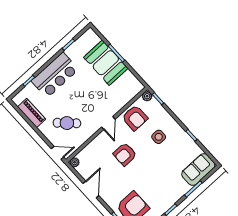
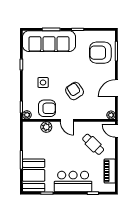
booth: (106, 63) -> (34, 175), moved
plant: (121, 101) -> (46, 127), added
armchair: (135, 118) -> (47, 108), turned 90
door: (108, 123) -> (67, 120), swing flipped
armchair: (125, 154) -> (75, 91), turned -123
sofa: (198, 170) -> (49, 41), width x1.85, depth x1.27

